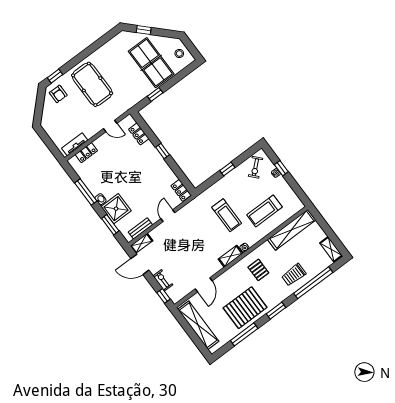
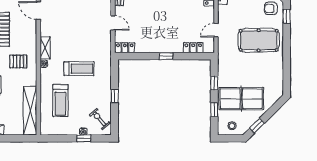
window: (144, 30) -> (257, 126), moved
window: (177, 78) -> (214, 110), added
treadmill: (265, 211) -> (60, 101), turned 180
treadmill: (227, 215) -> (79, 69), turned 180

